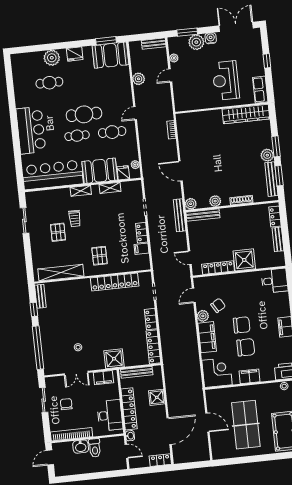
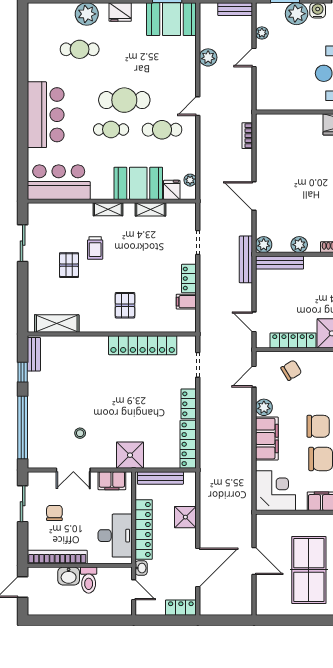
bar counter: (53, 175) -> (59, 182), width x0.73
shelving: (61, 273) -> (57, 324), width x0.68
chair: (218, 305) -> (291, 370), moved

